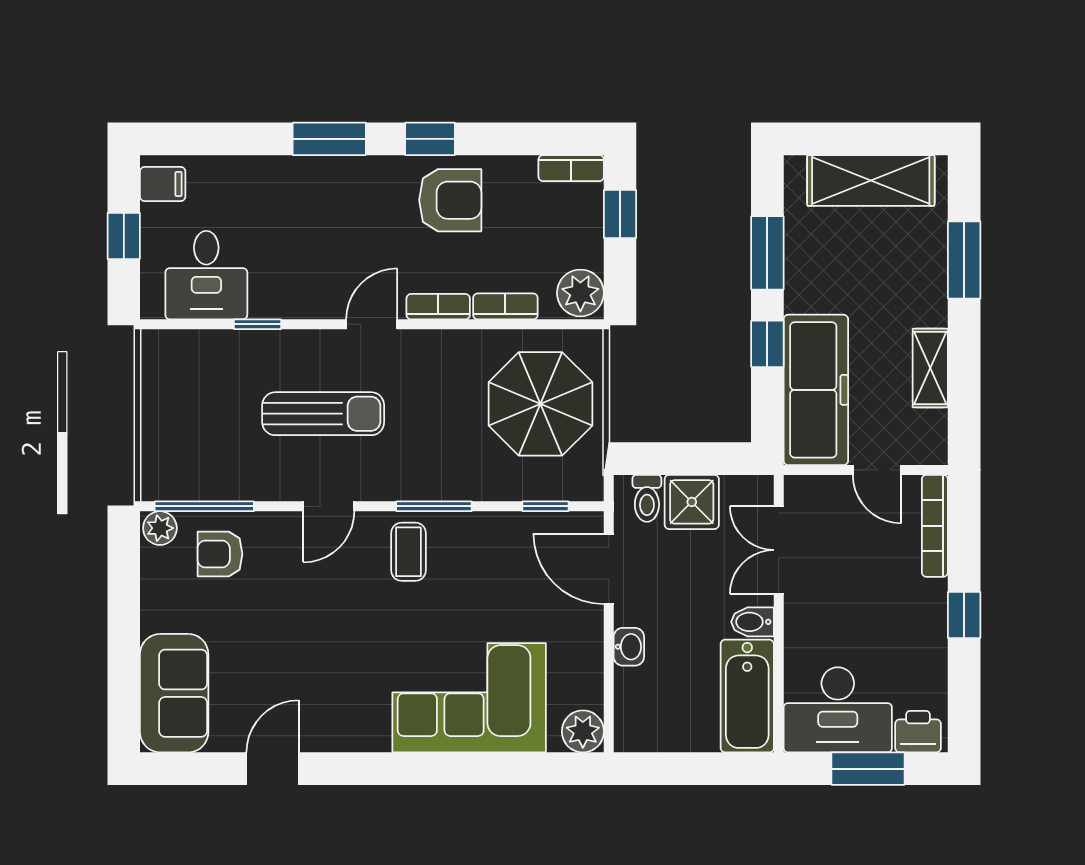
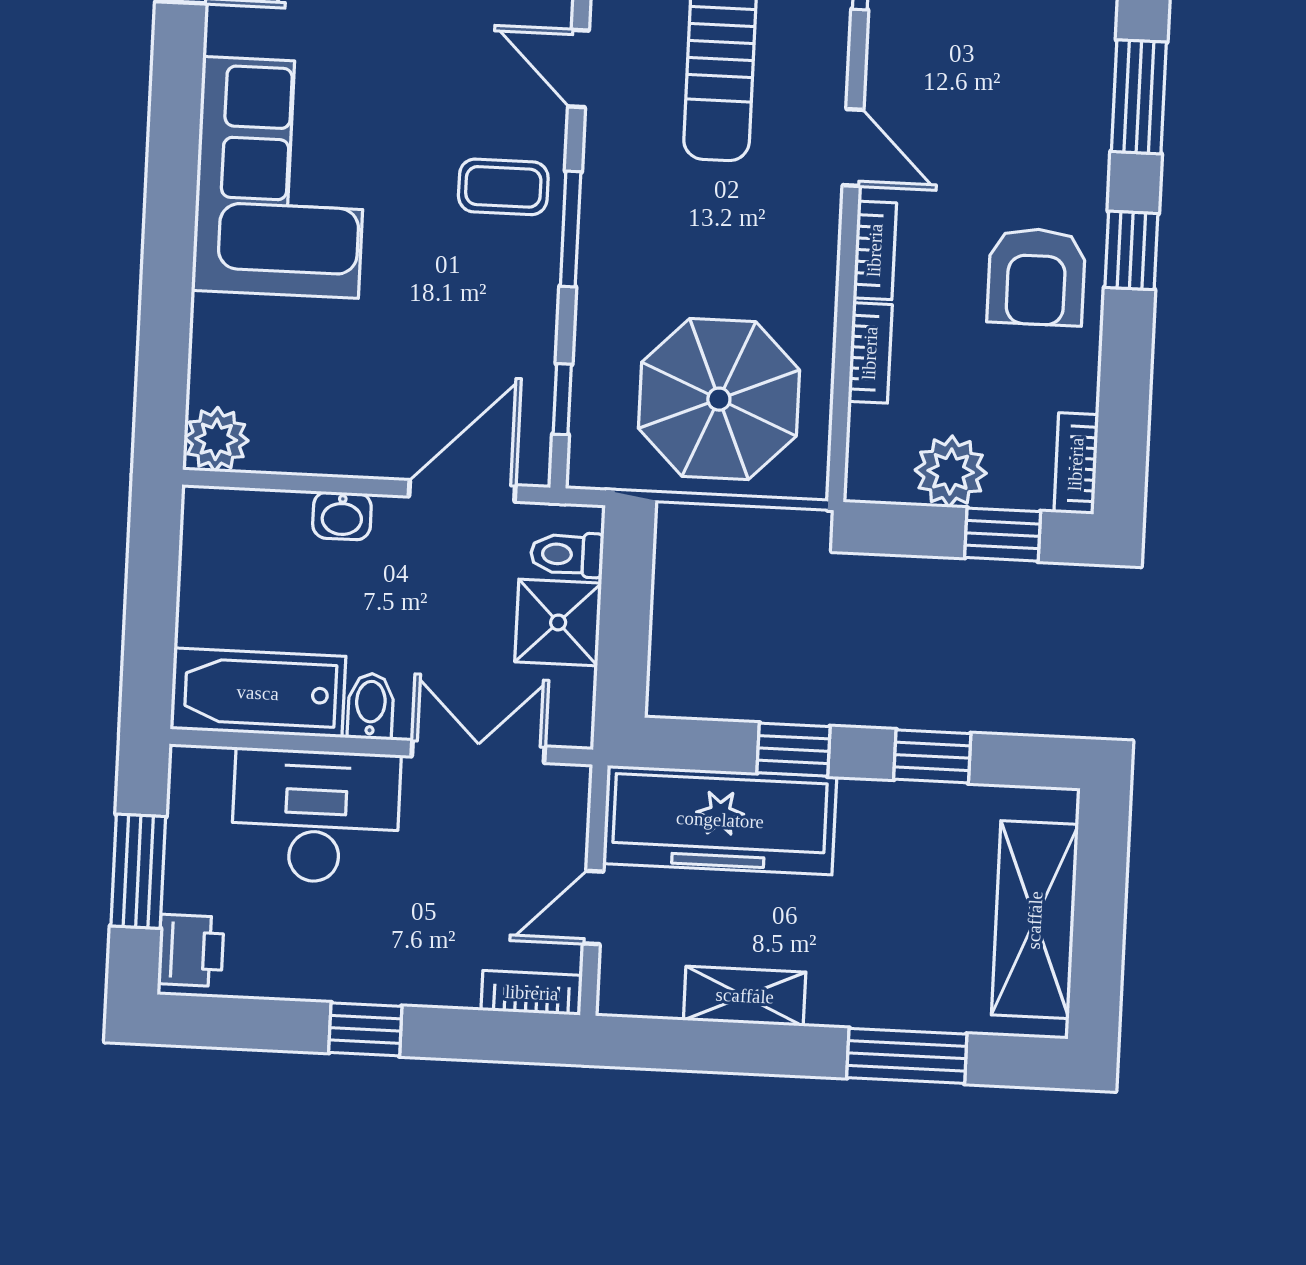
window: (767, 253) -> (932, 756), width x0.67
plant: (580, 293) -> (951, 472), moved
bookcase: (935, 526) -> (532, 993), width x0.64
corner sofa: (469, 698) -> (281, 177), moved
desk: (838, 710) -> (316, 816), moved, turned 90

